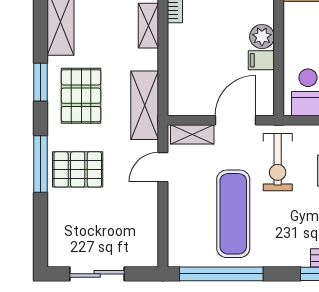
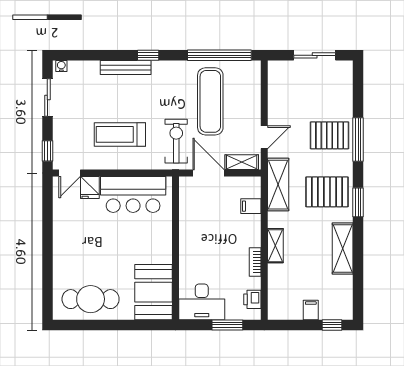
plant: (262, 37) -> (188, 237), removed
filing cabinet: (261, 60) -> (251, 206), moved, turned 180
pallet: (81, 96) -> (327, 192), turned 90
door: (235, 120) -> (209, 173), swing flipped

